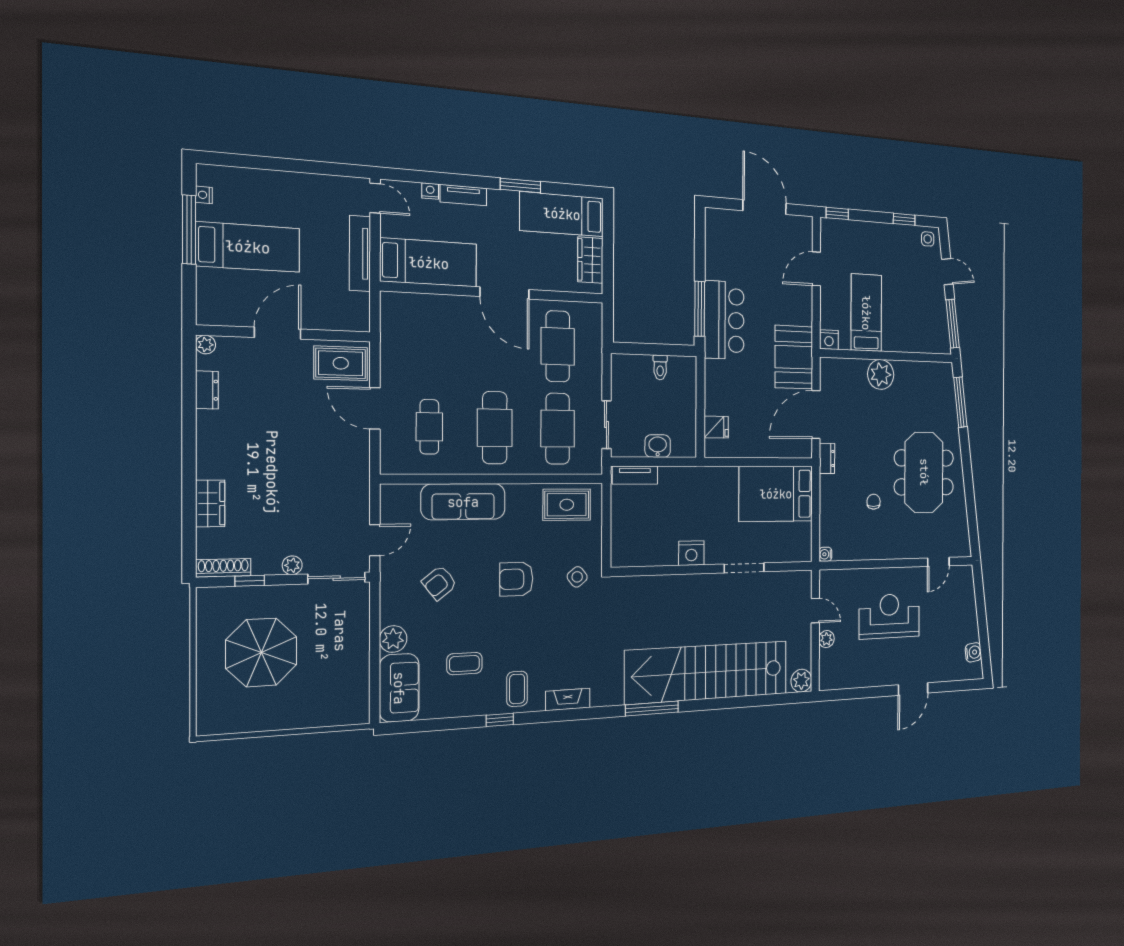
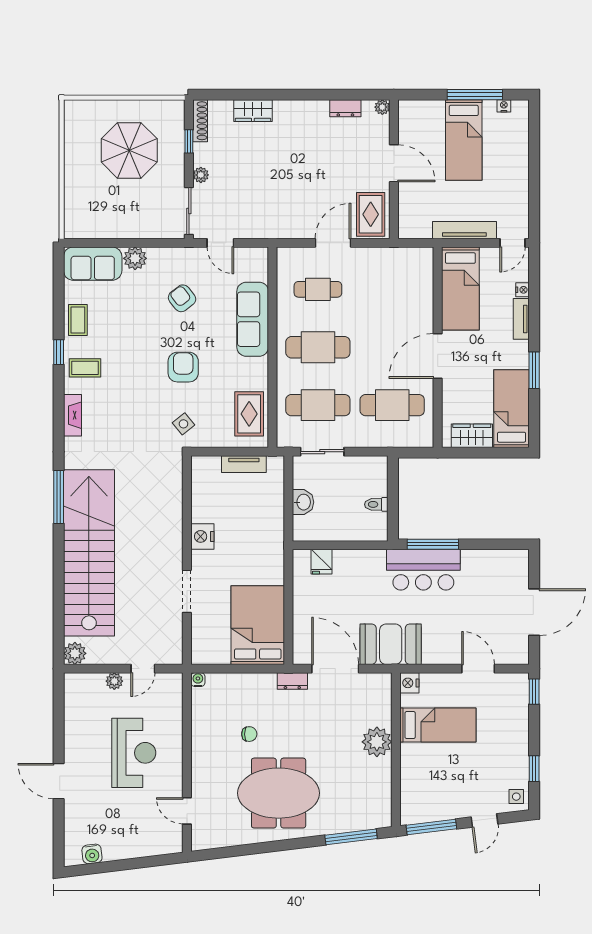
tv unit: (635, 475) -> (244, 464), moved, turned -90
coffee table: (464, 664) -> (78, 320), moved

